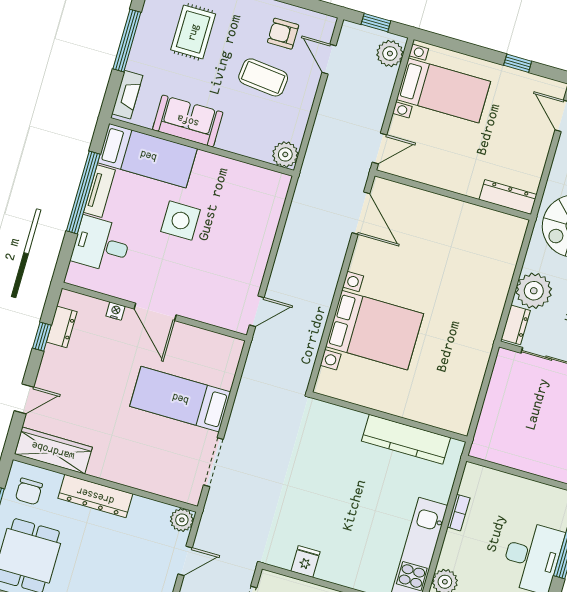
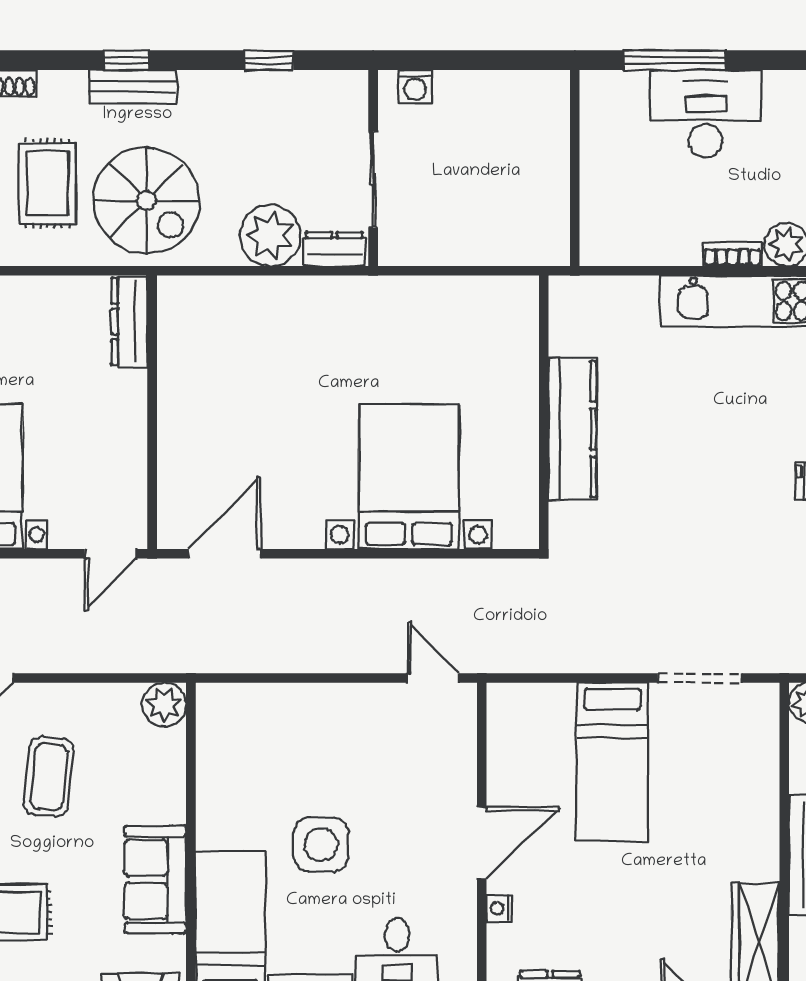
door: (379, 149) -> (110, 554), swing flipped
kitchen counter: (406, 439) -> (572, 429), moved
bookcase: (459, 513) -> (732, 254), moved

